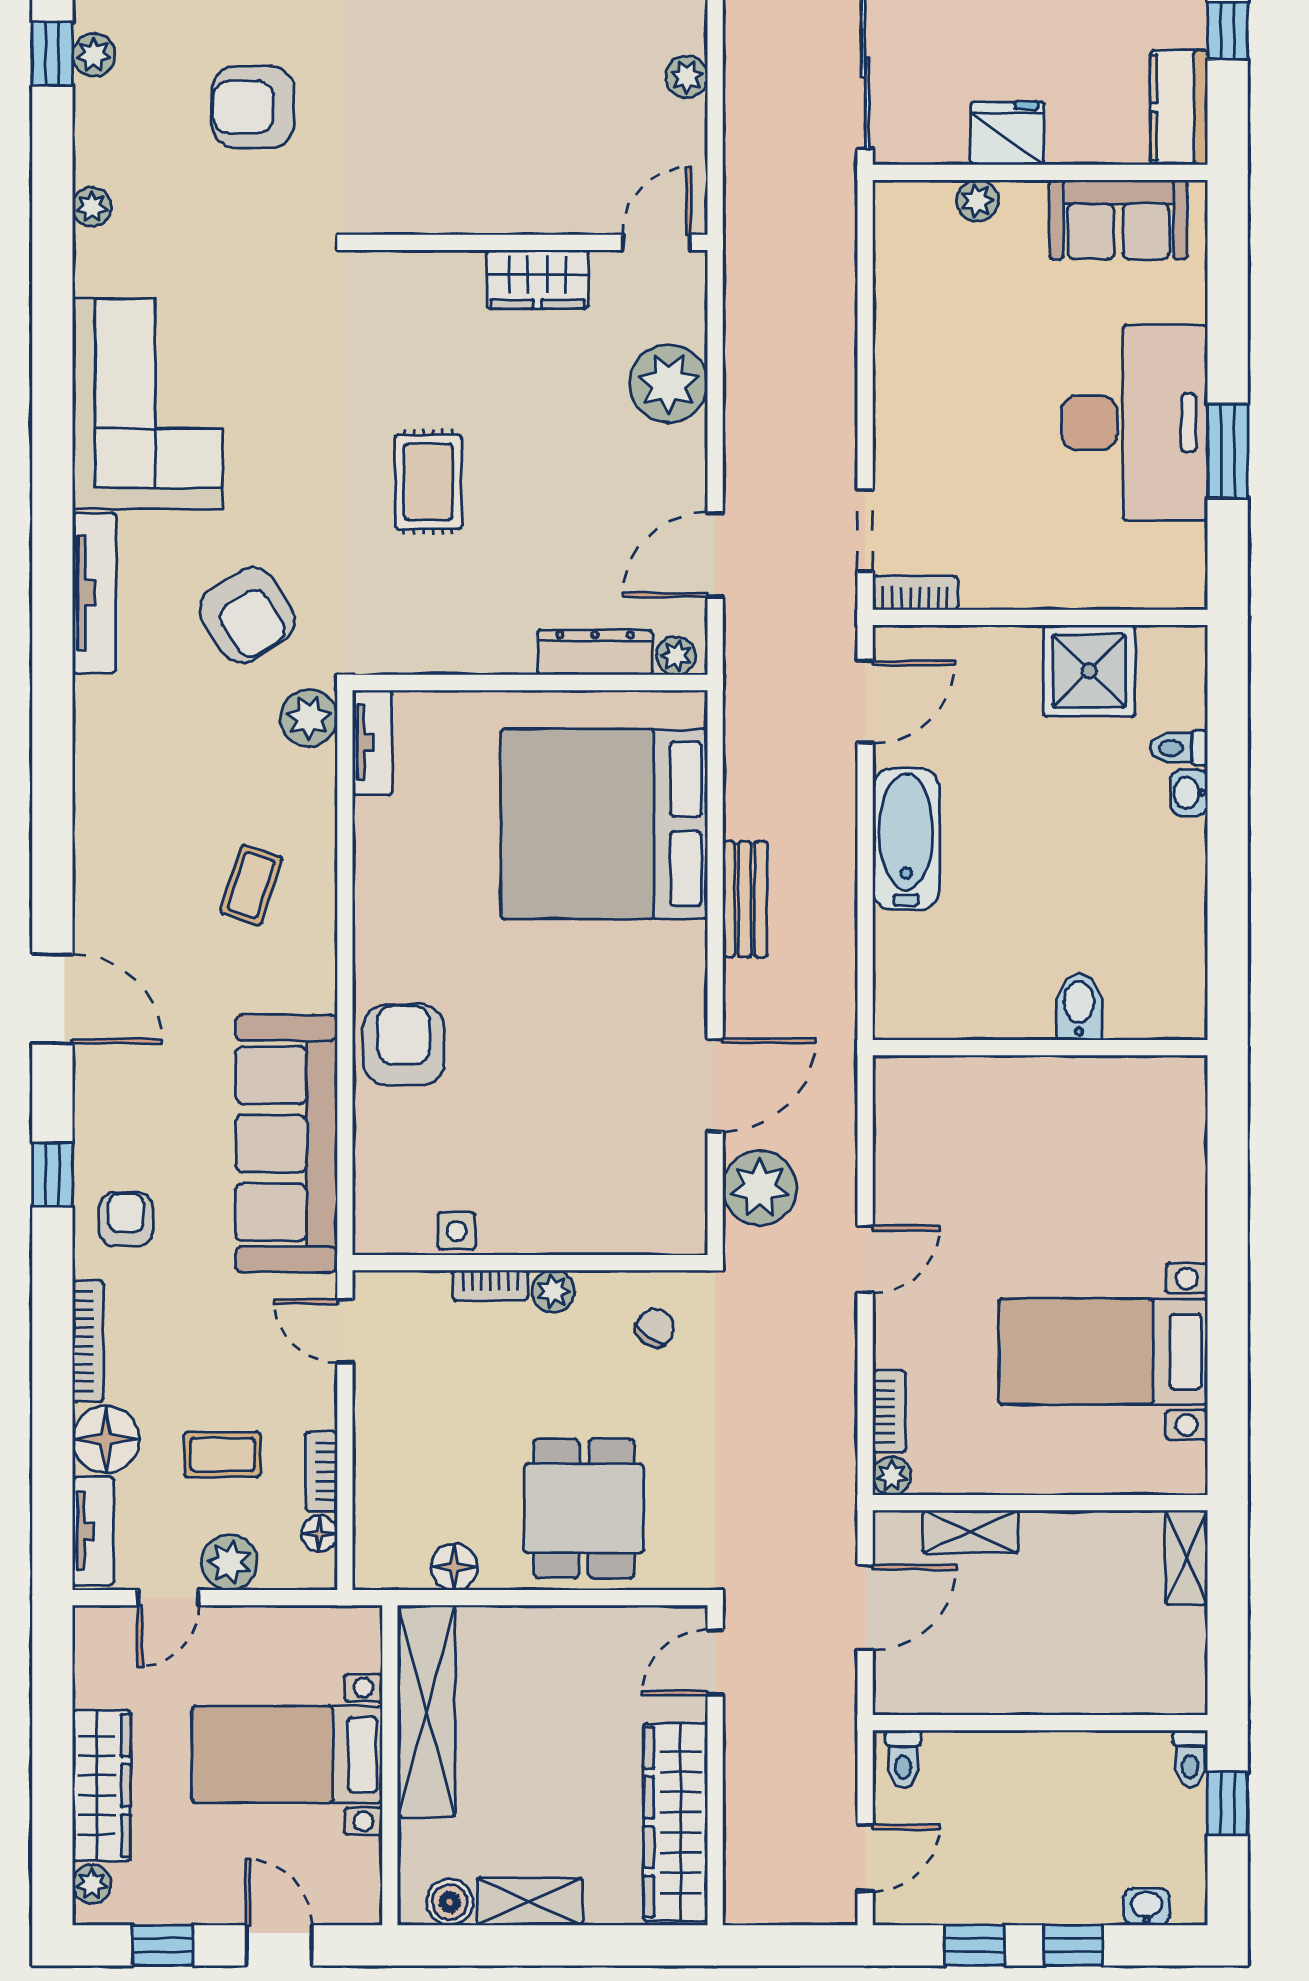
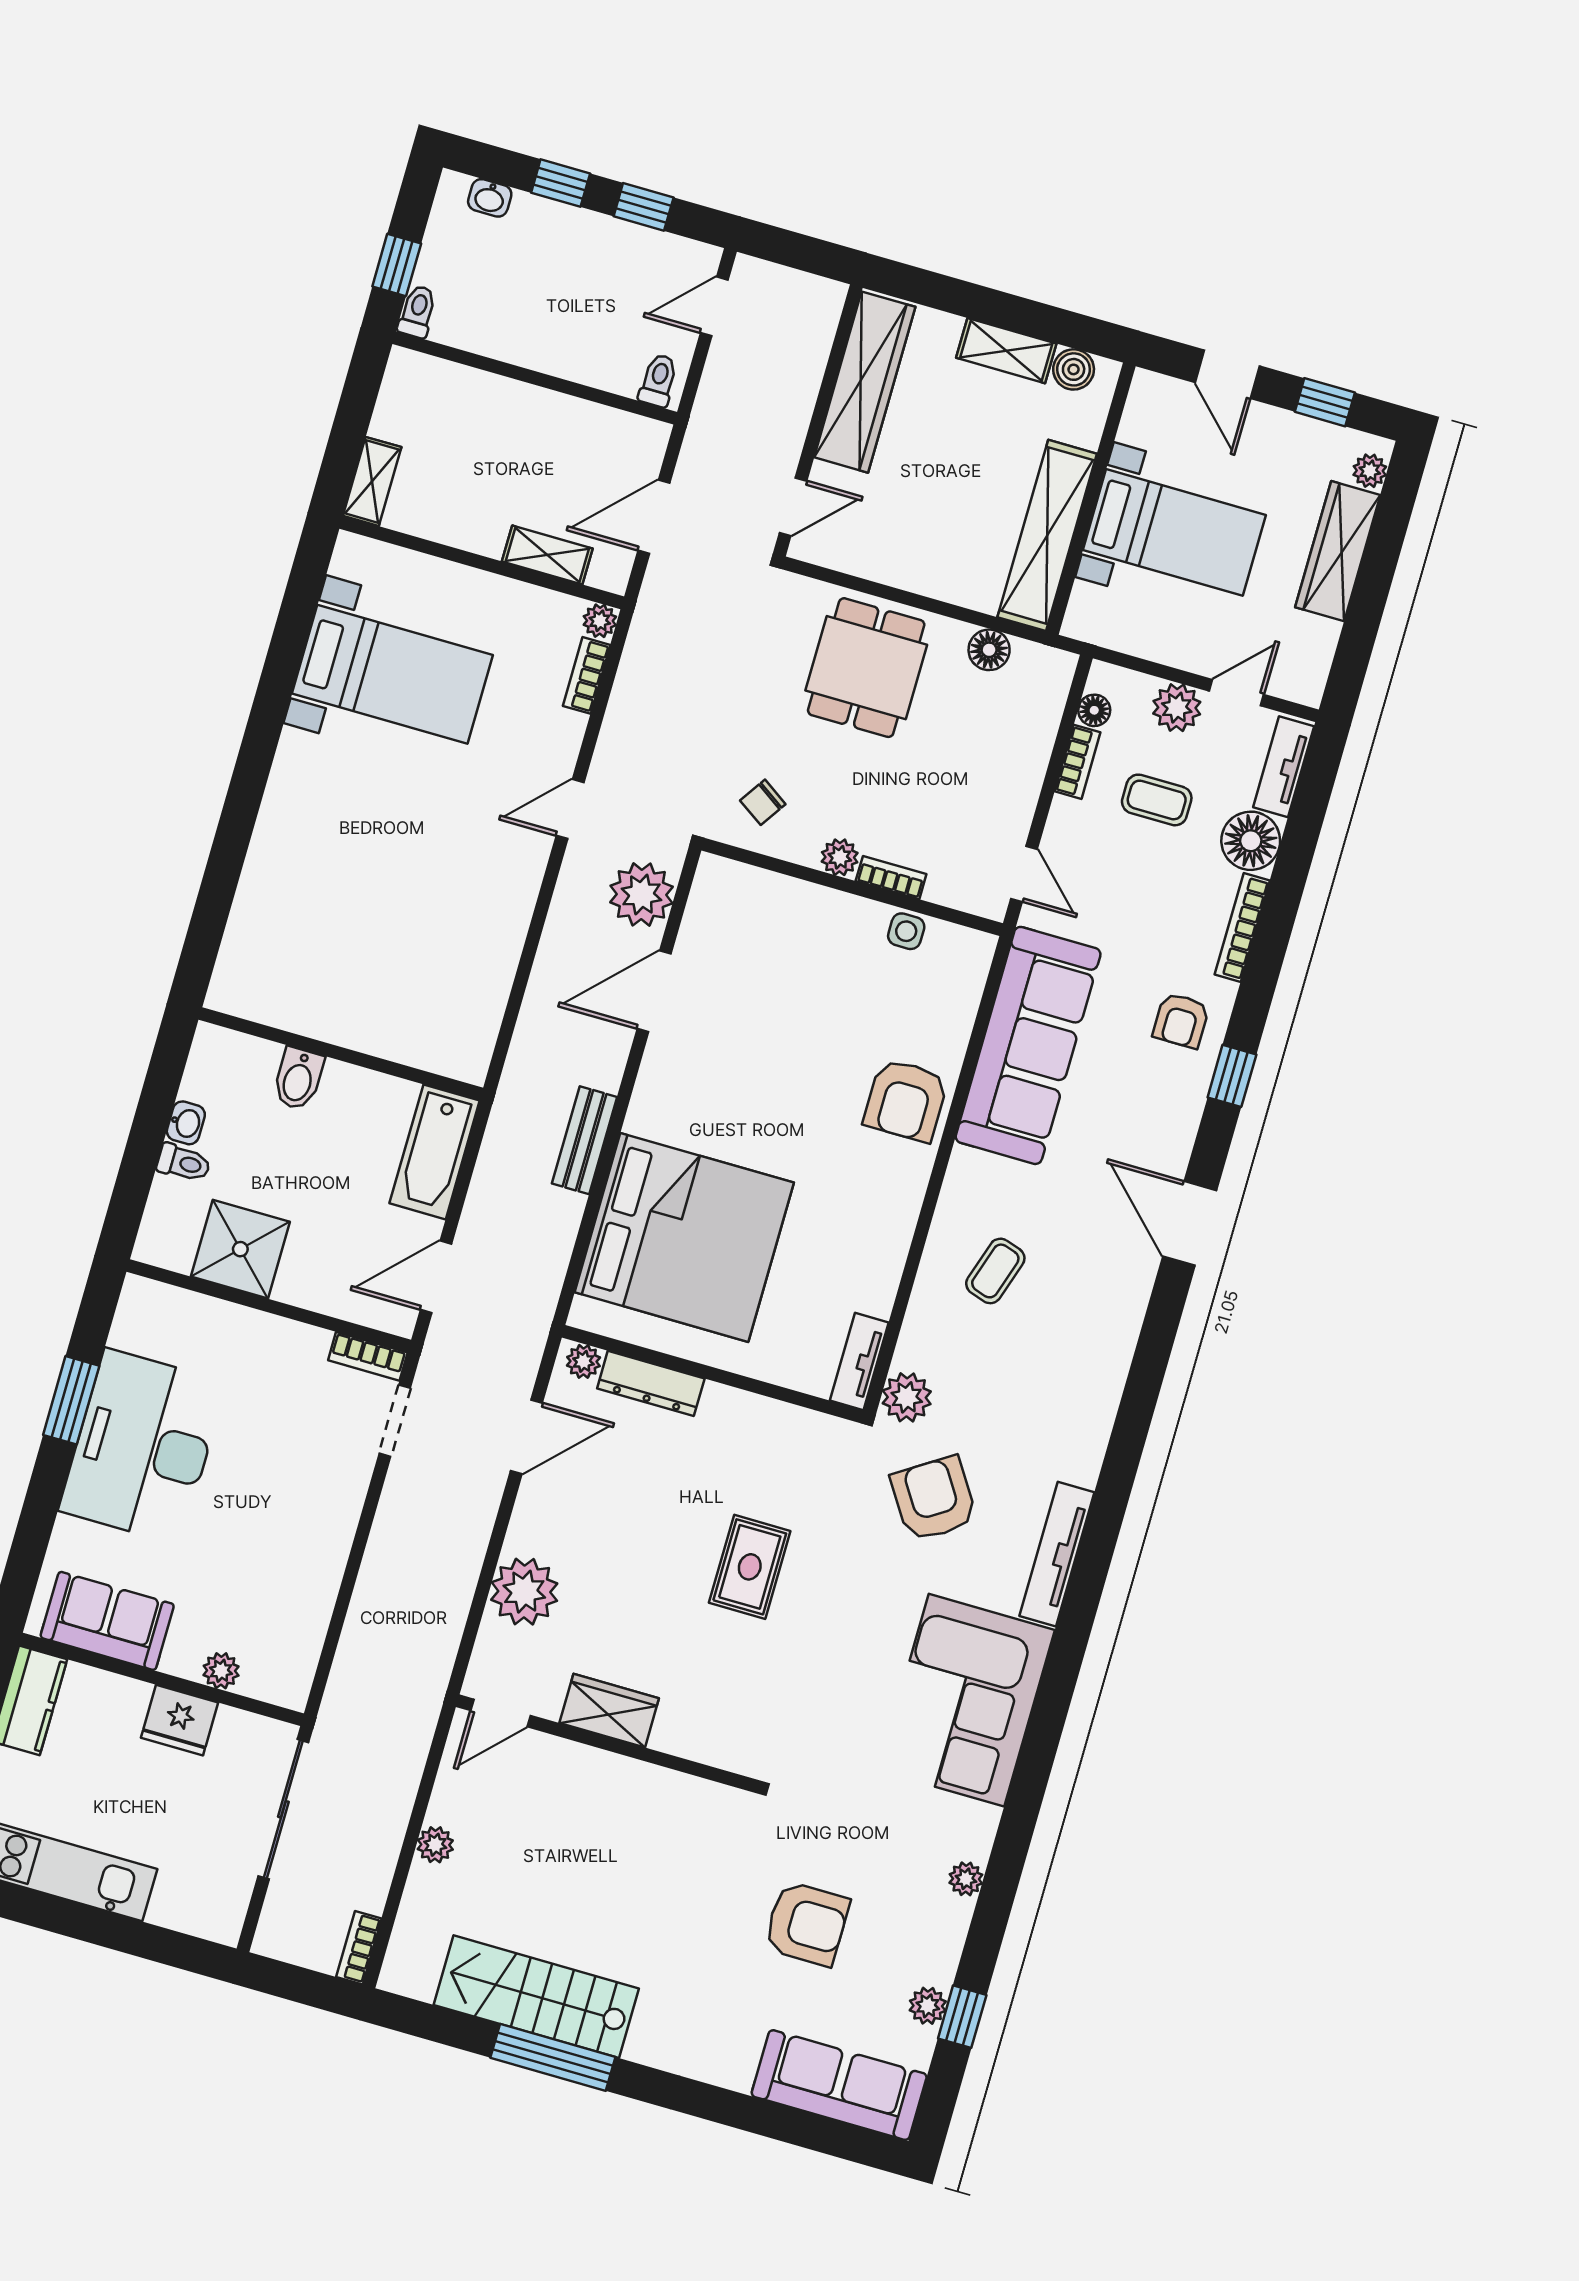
bidet: (1079, 1007) -> (298, 1079), moved
wall: (1040, 1048) -> (341, 1054), moved

